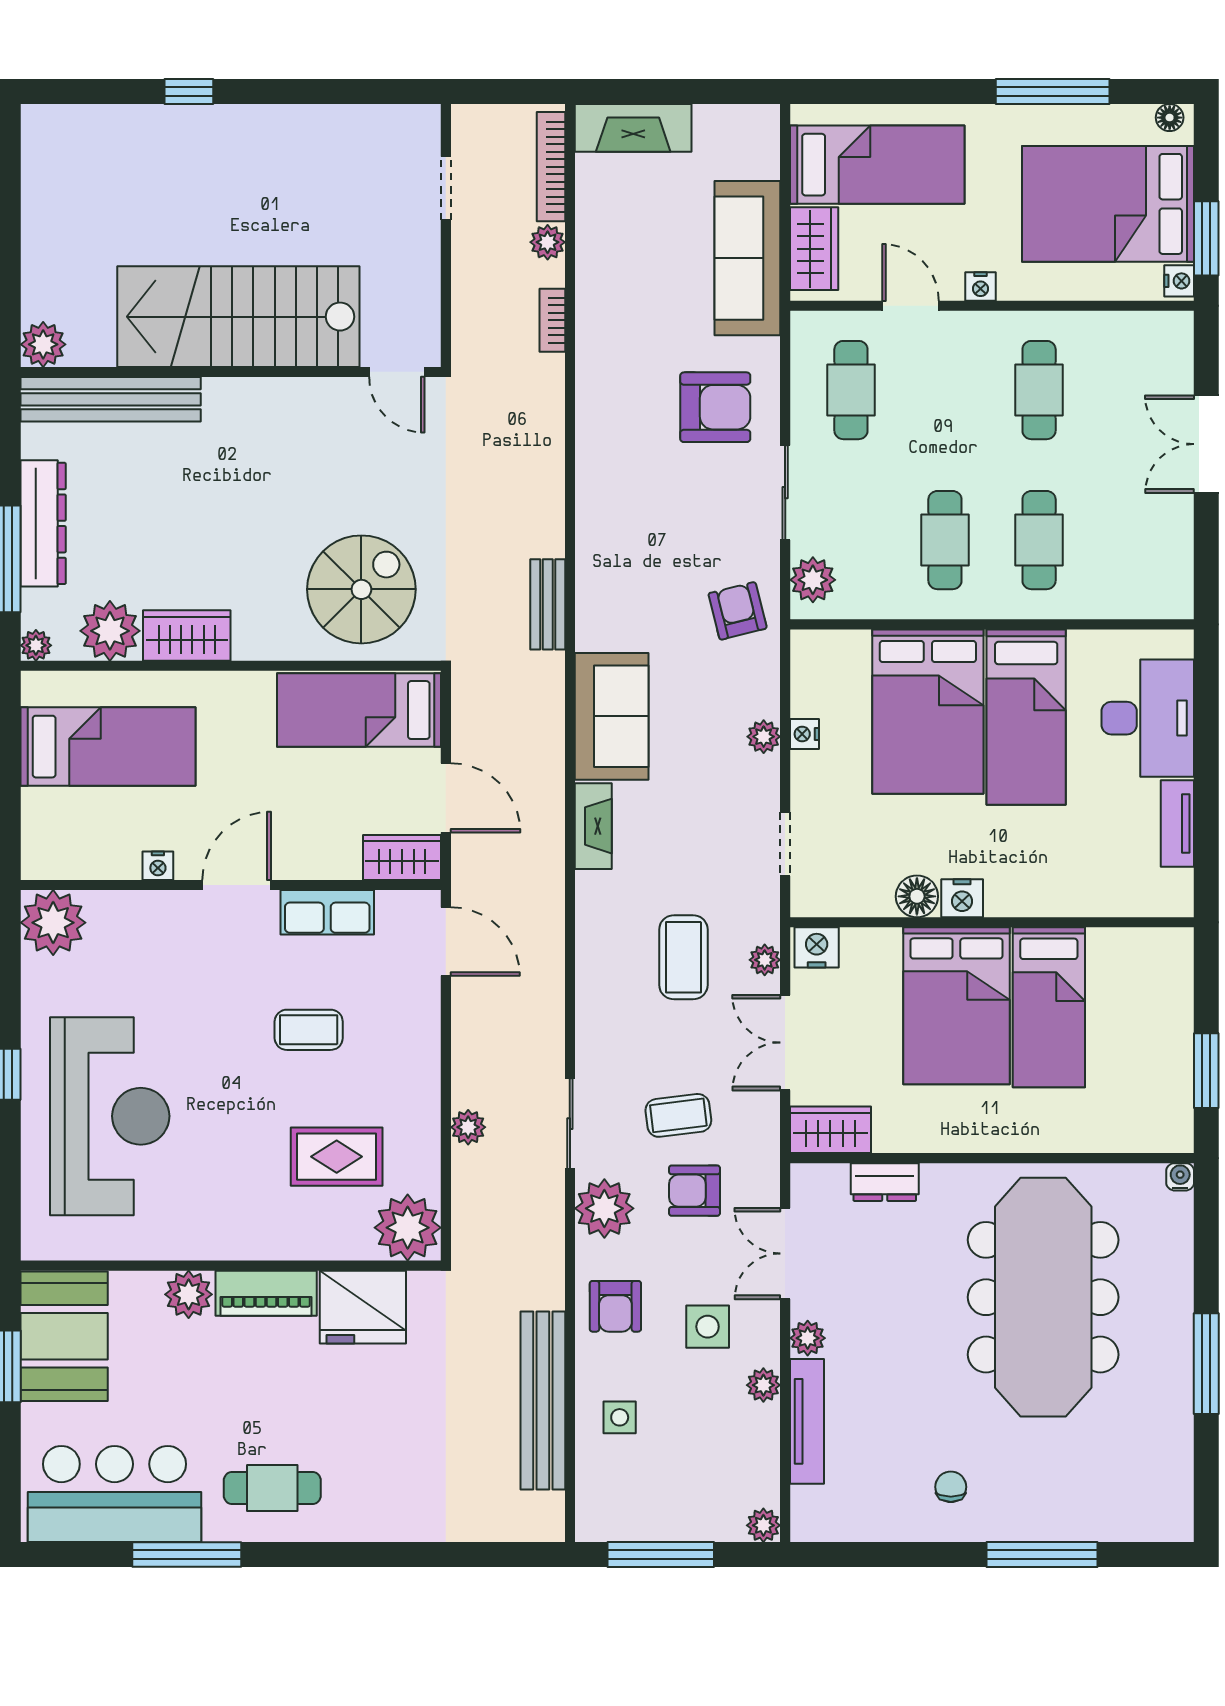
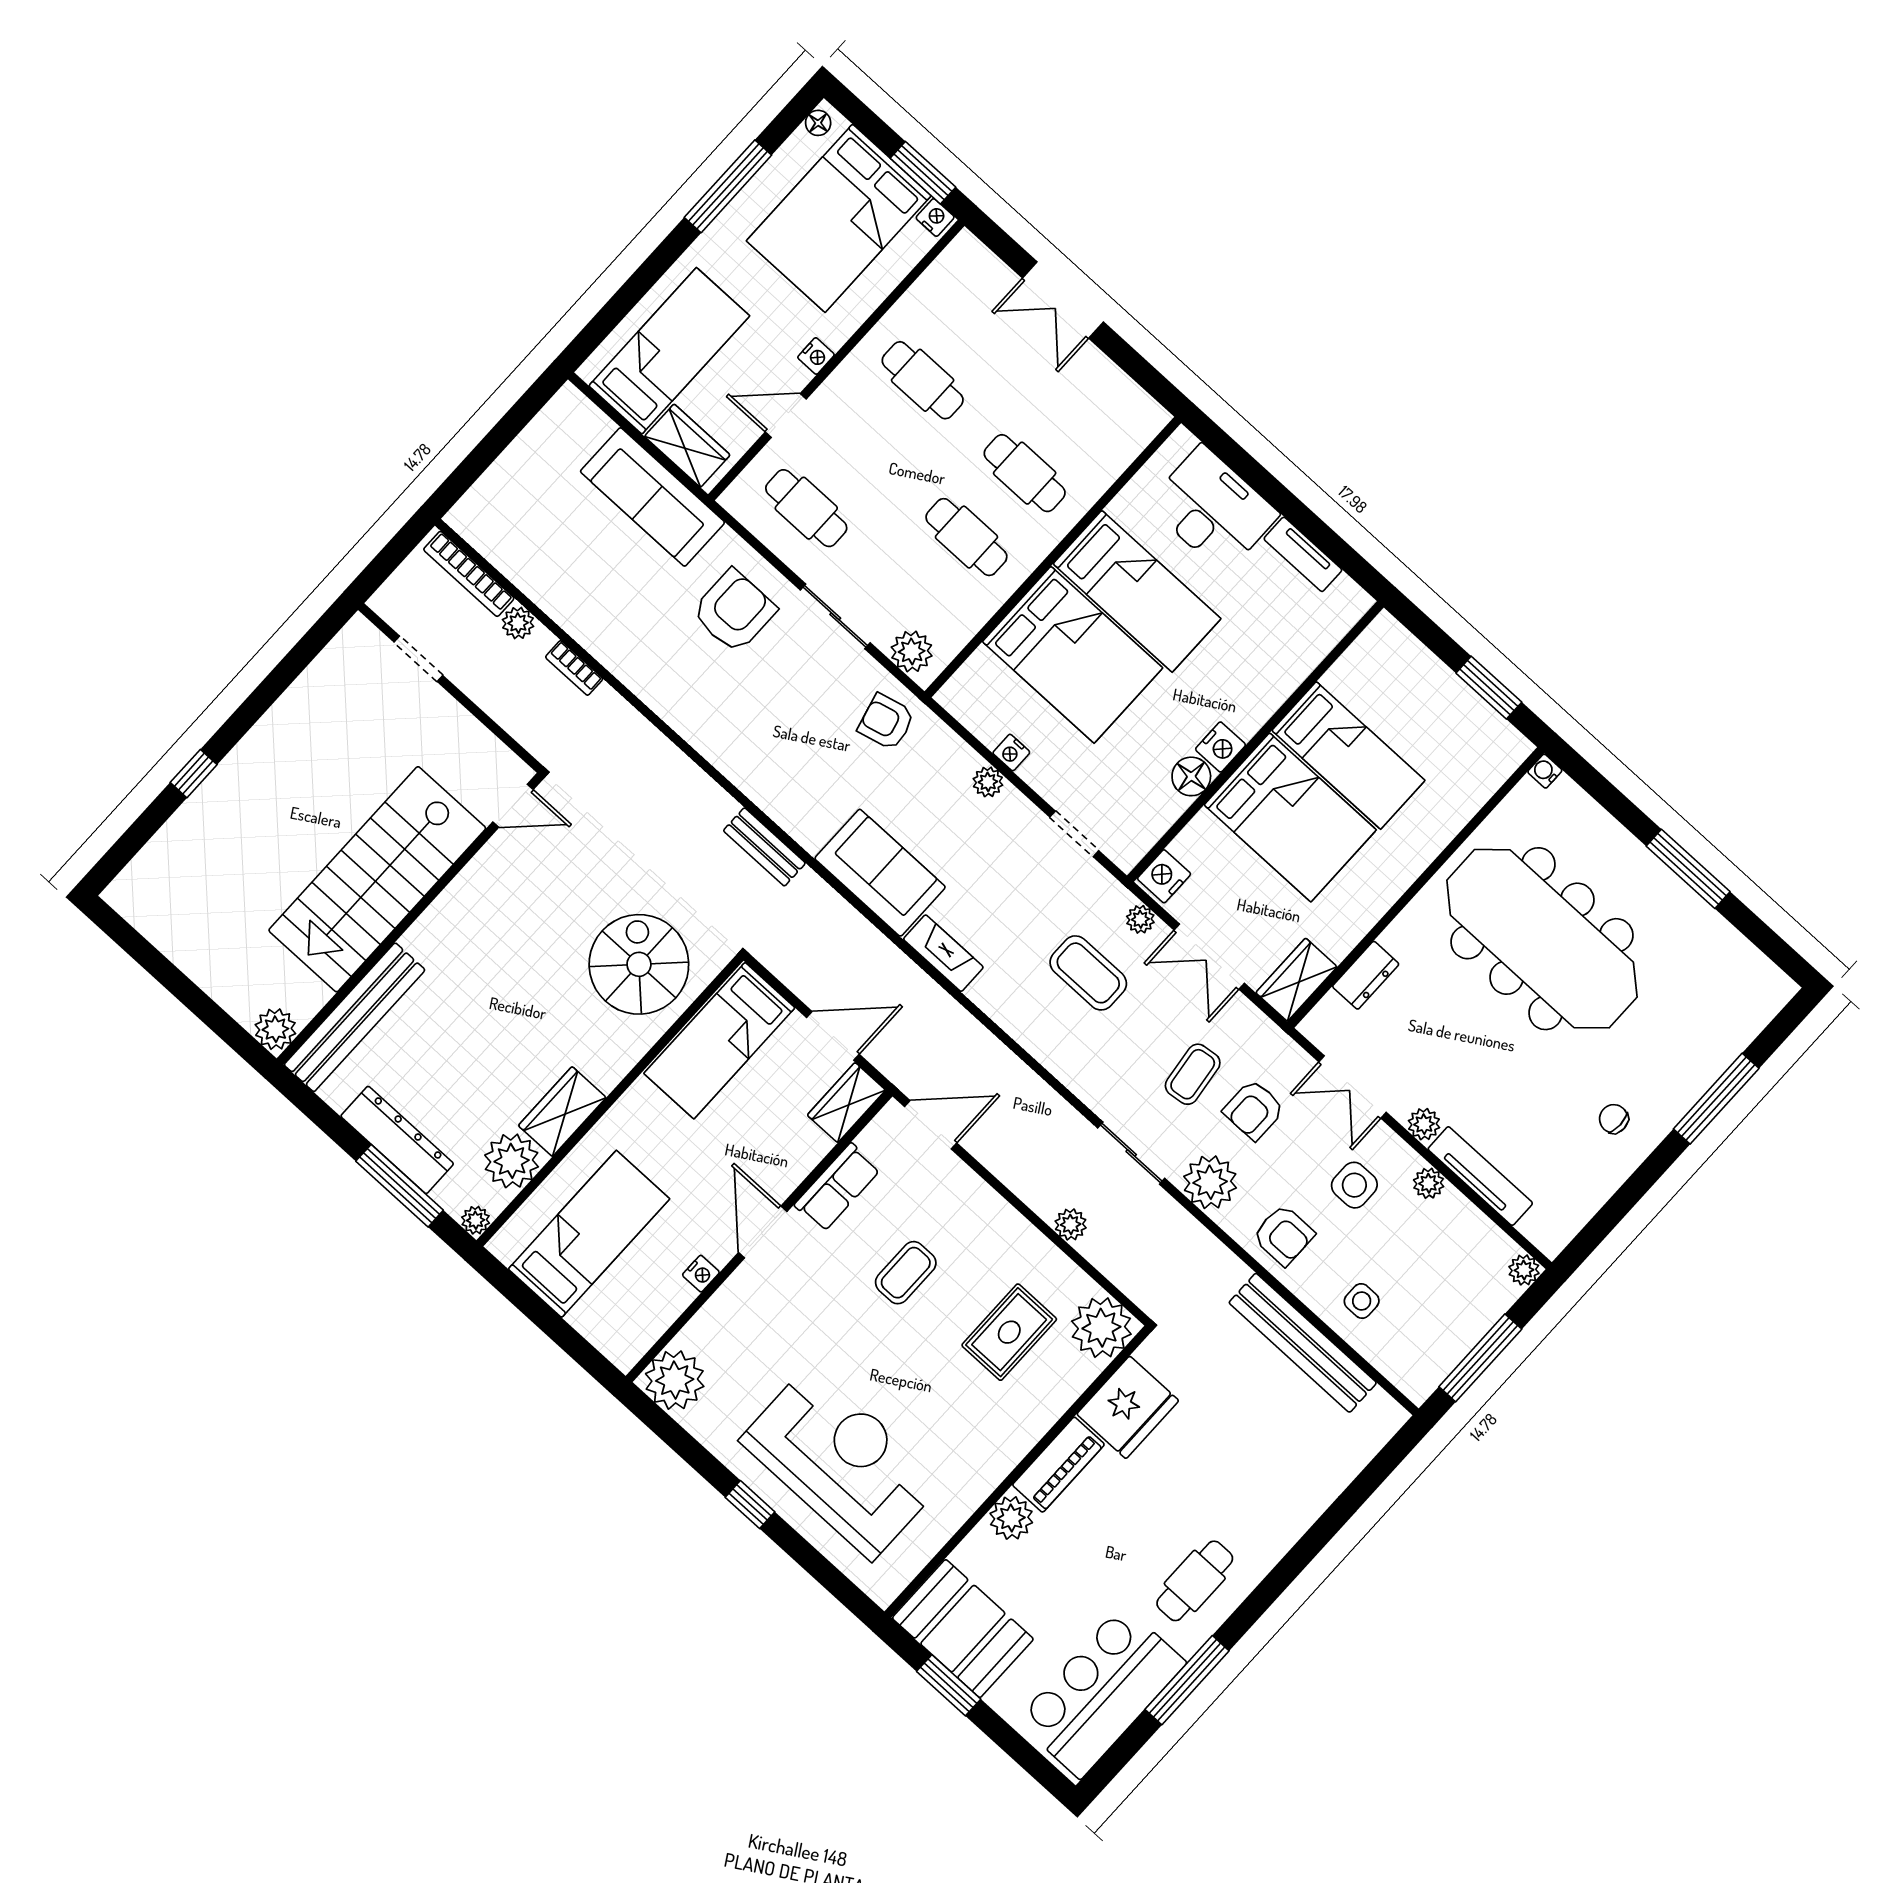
fireplace: (633, 128) -> (493, 494), removed

